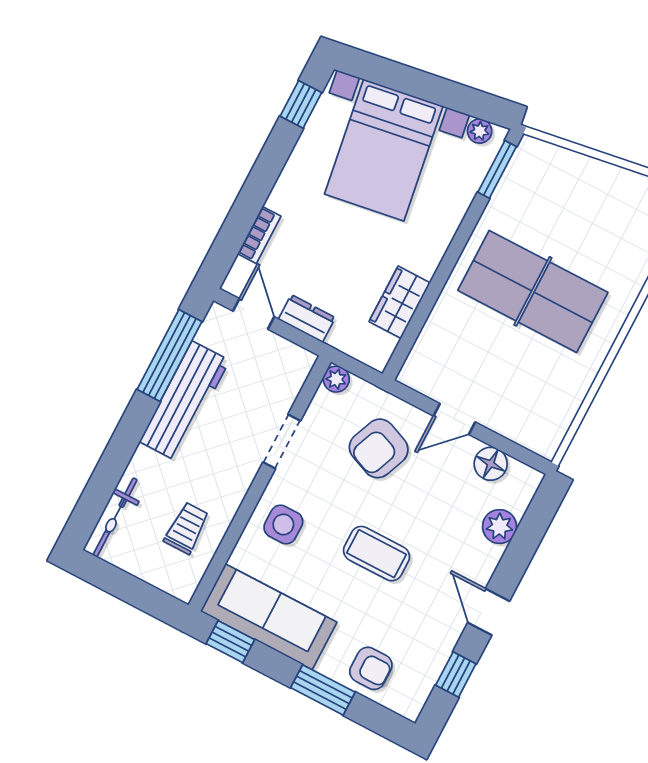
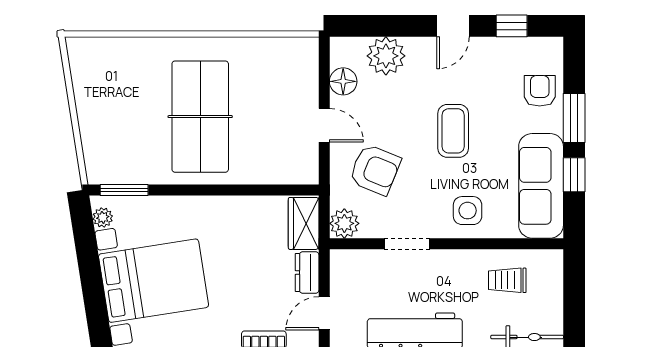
wardrobe: (400, 302) -> (304, 223), moved, turned 90
plant: (336, 379) -> (344, 223), width x1.38, depth x1.38
plant: (500, 527) -> (386, 56), width x1.36, depth x1.36
window: (230, 642) -> (574, 175), moved

